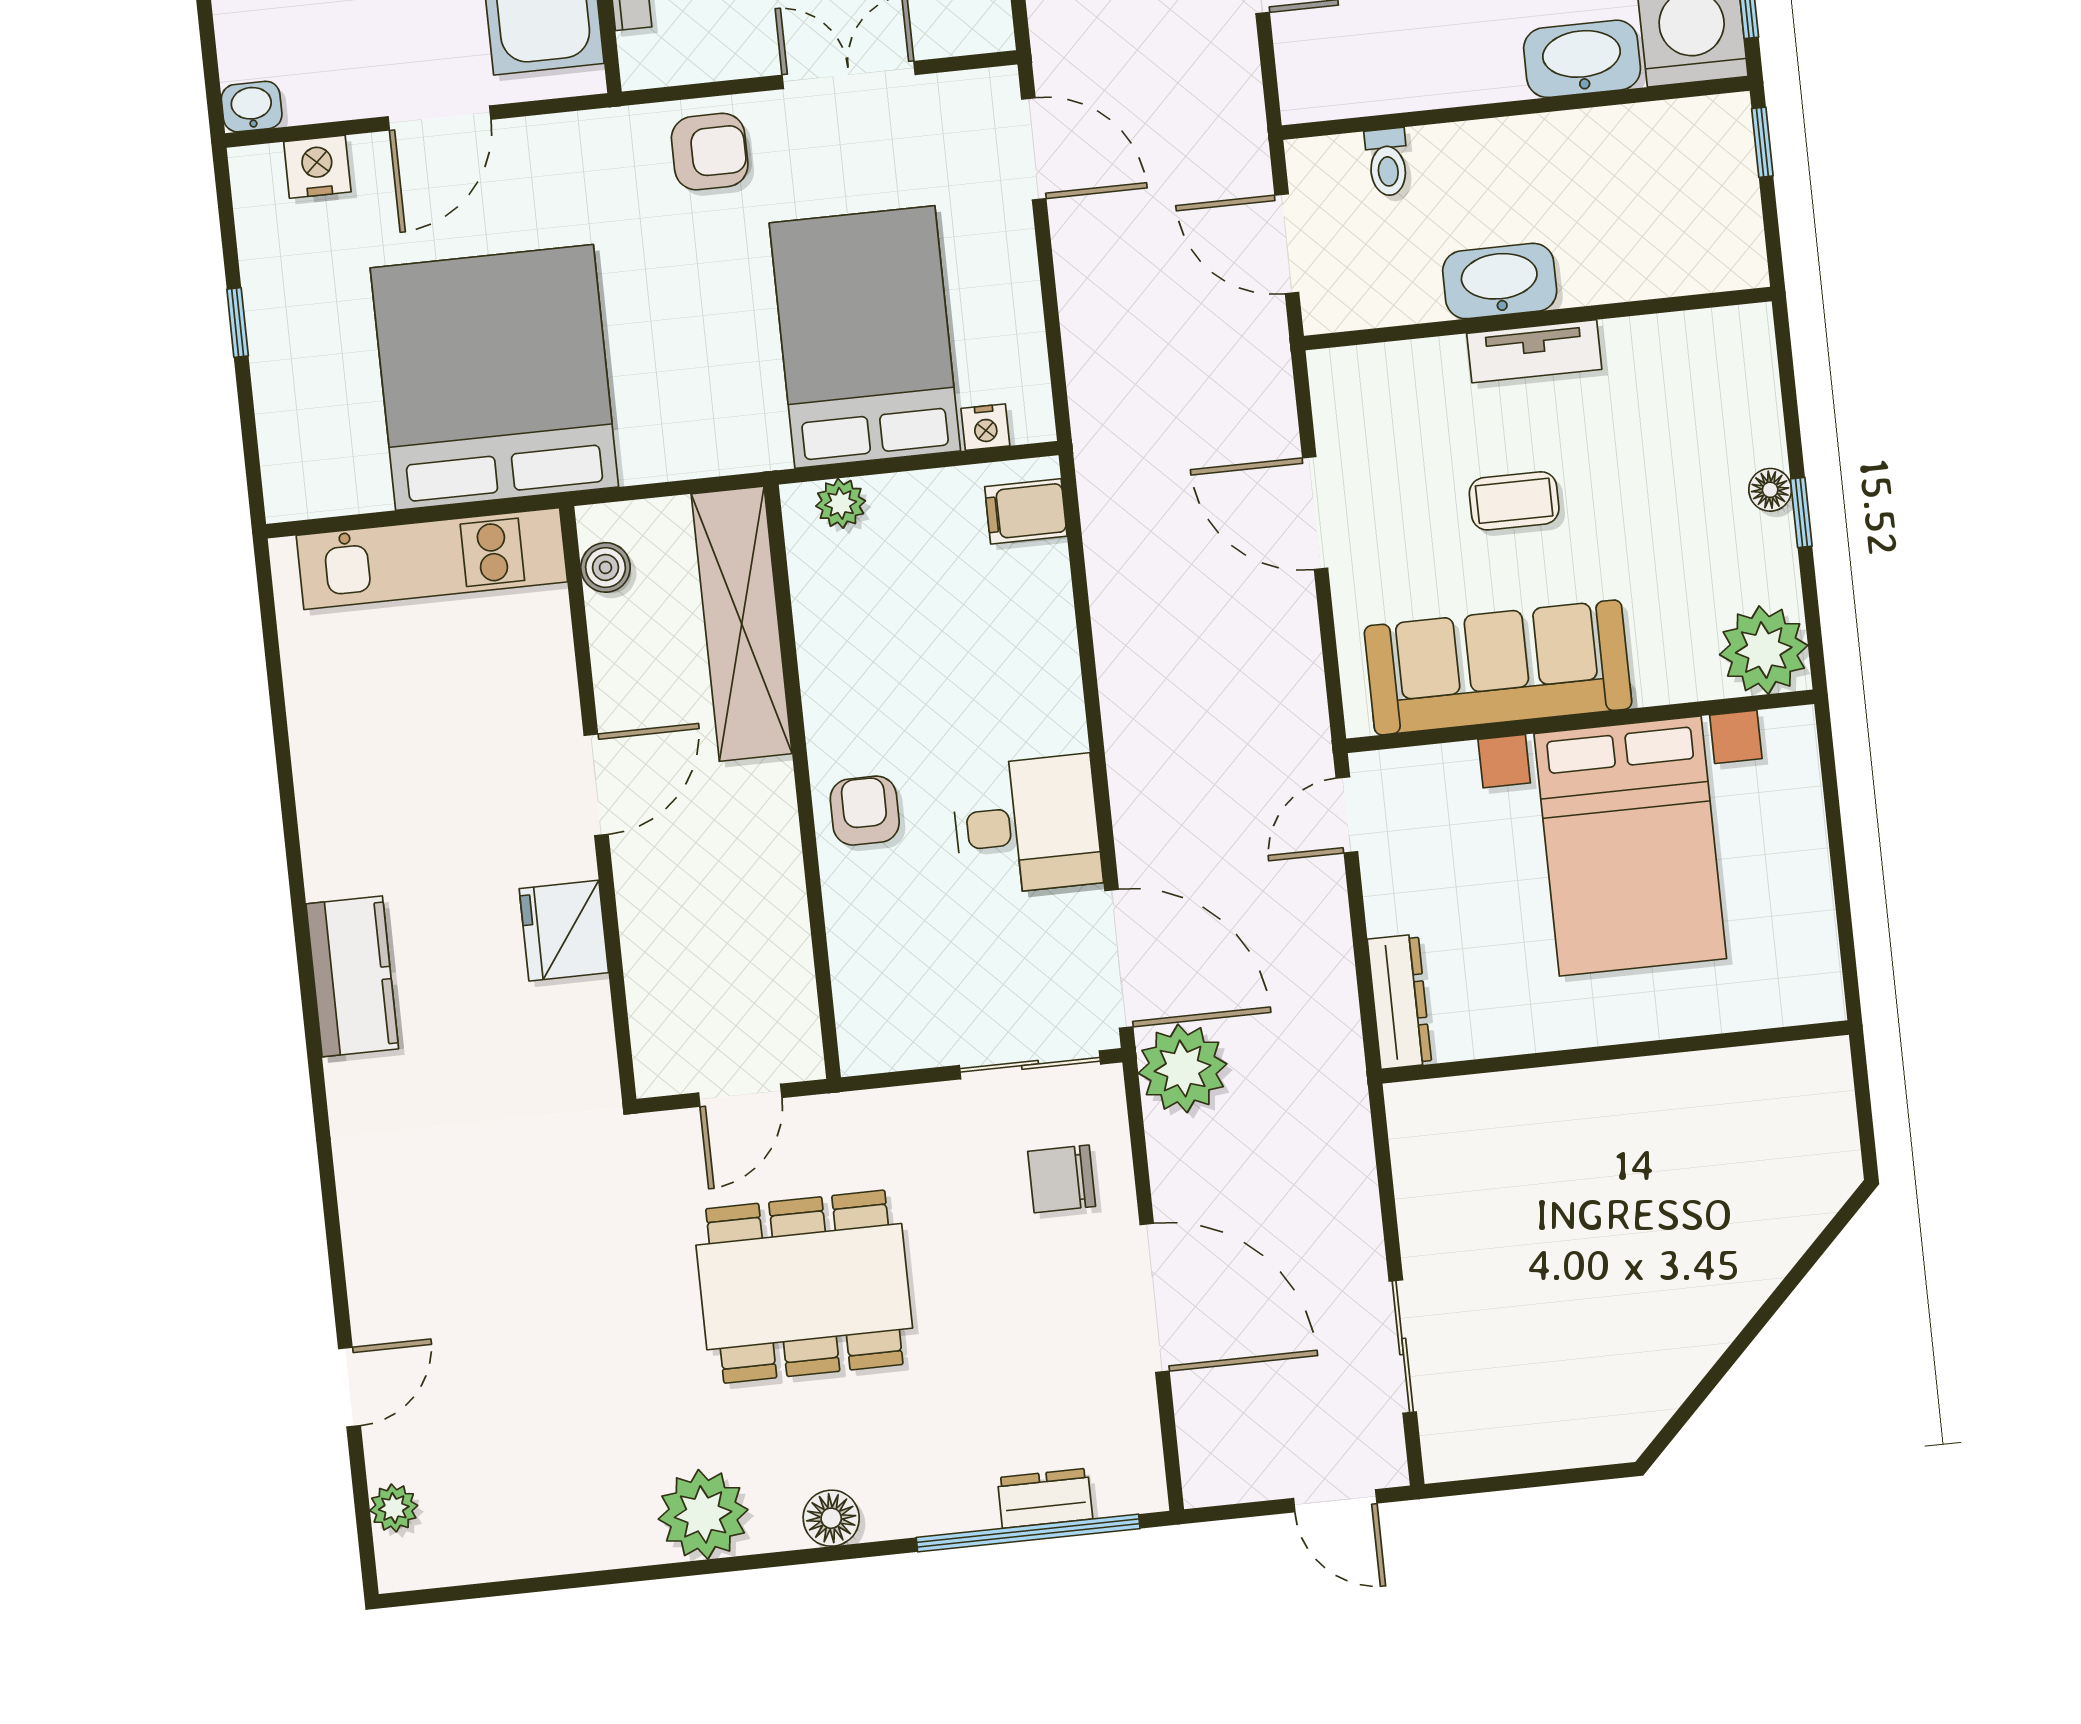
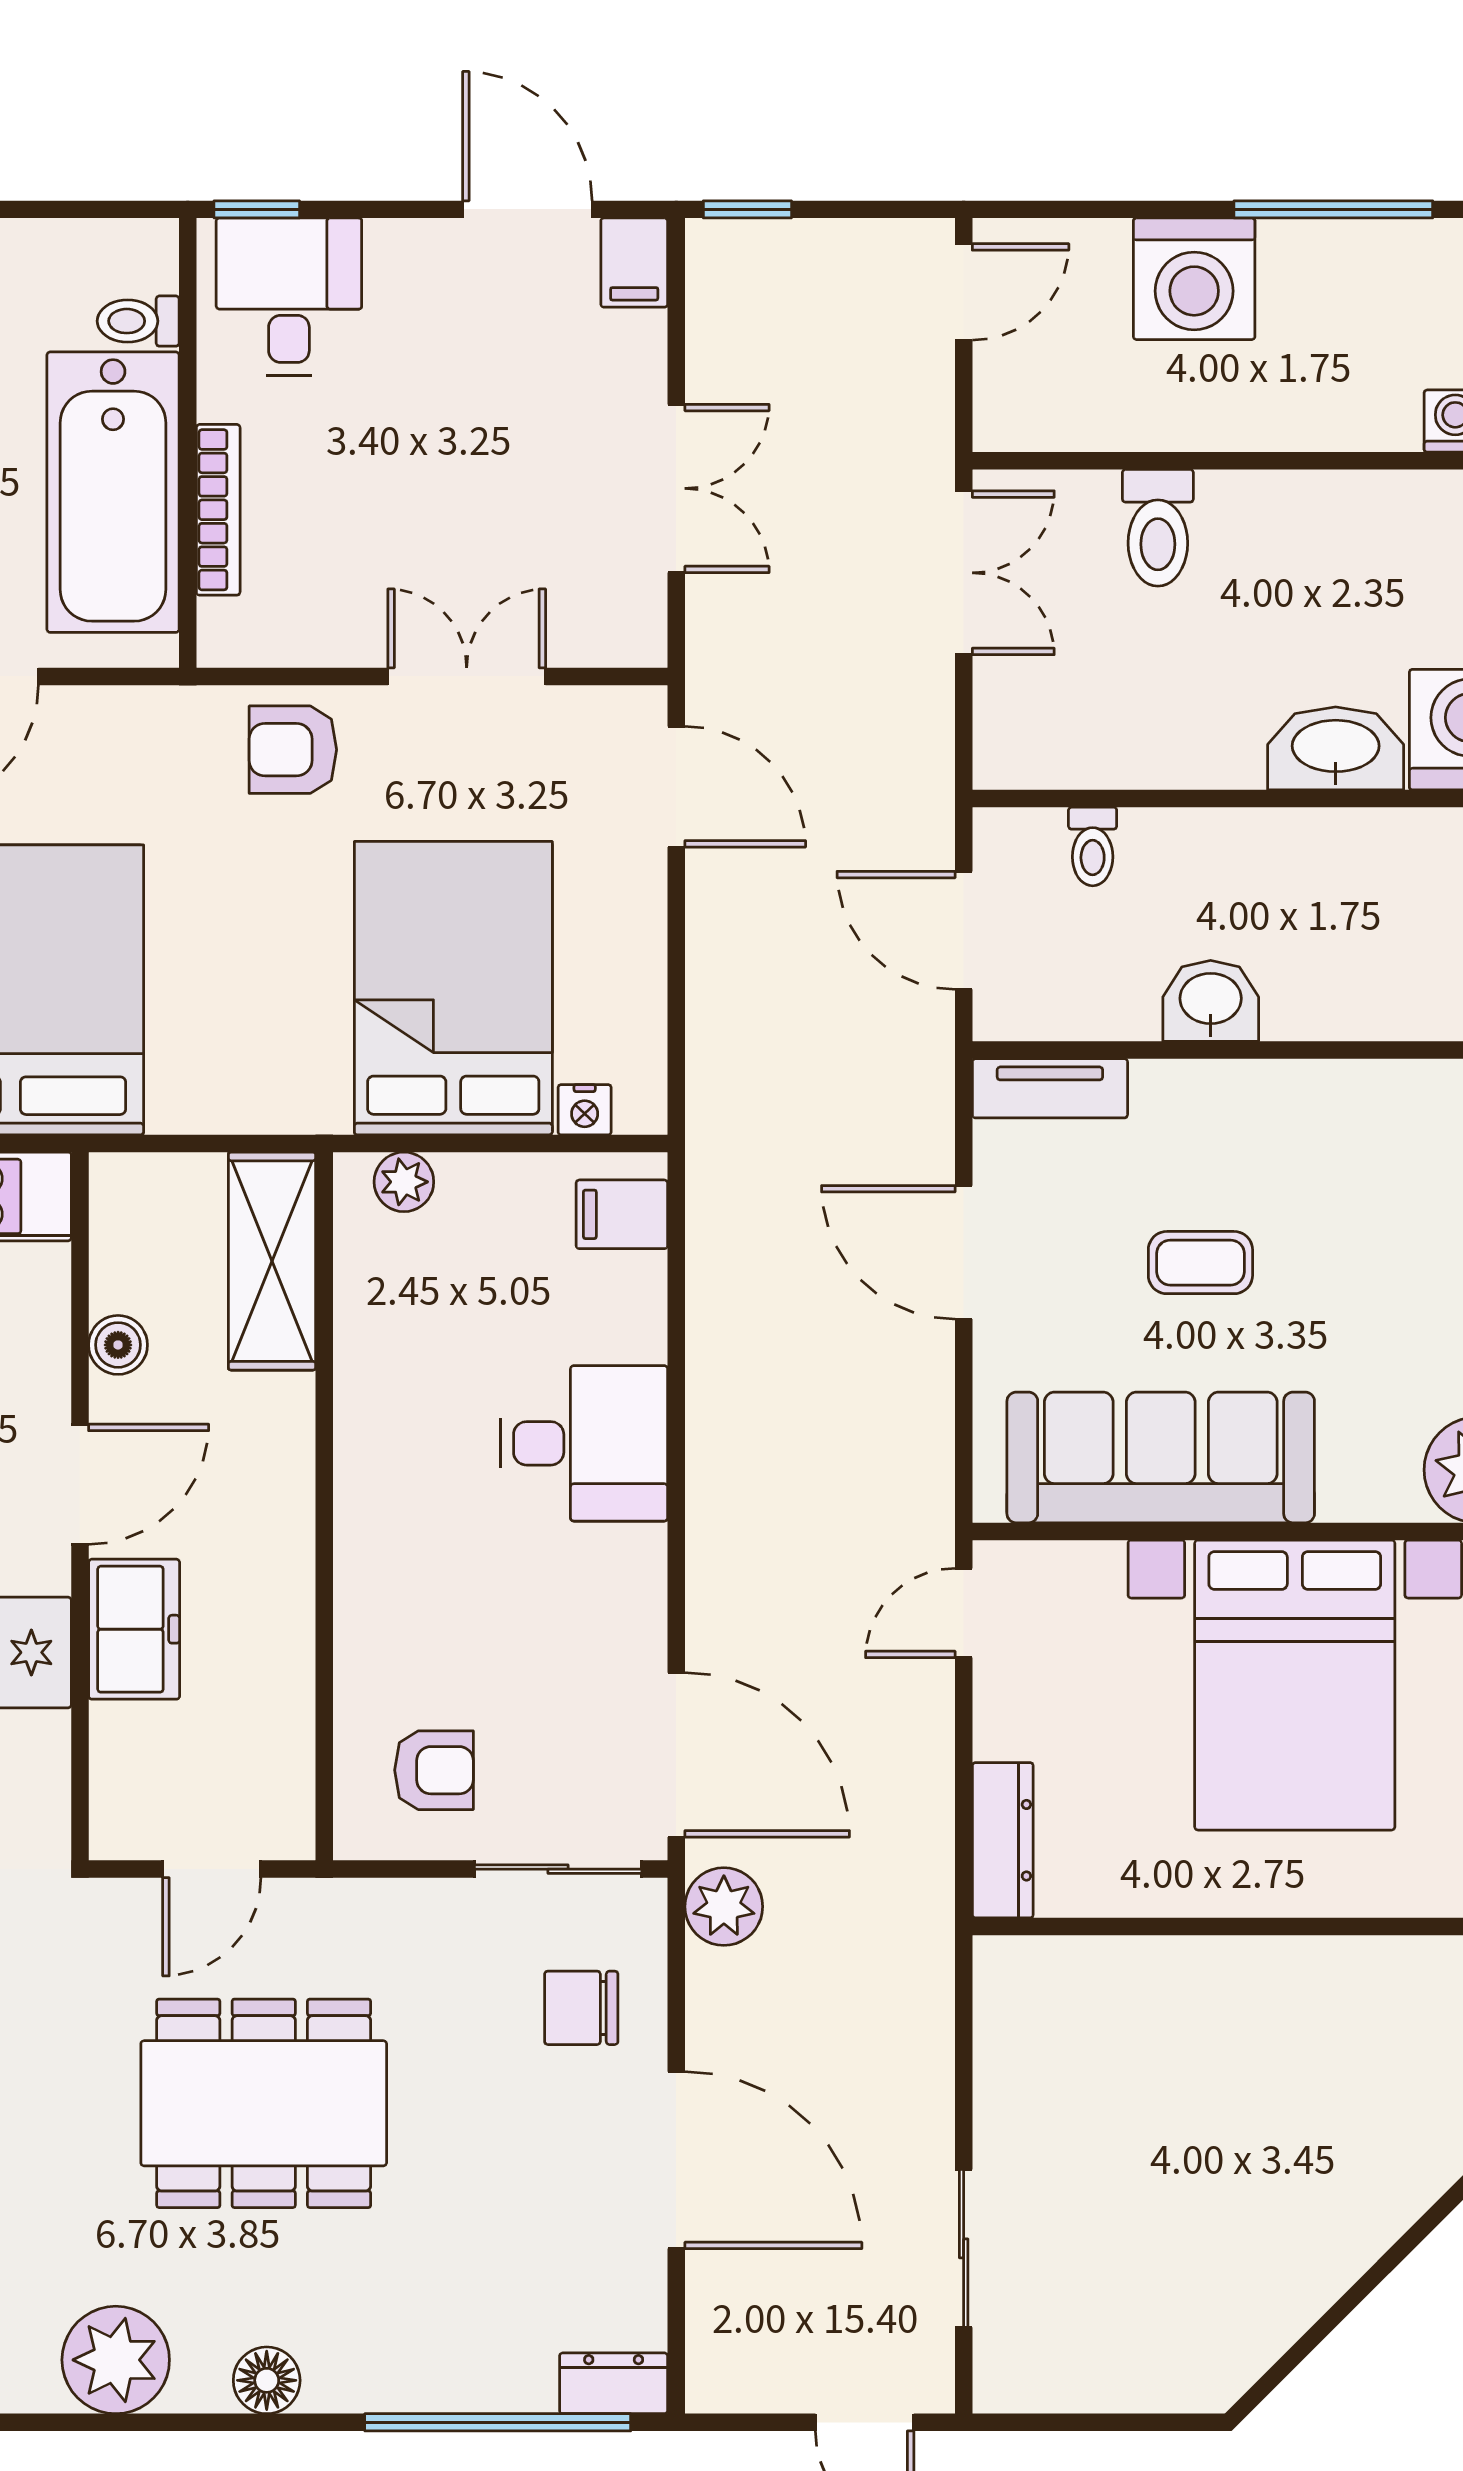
armchair: (710, 152) -> (293, 750), turned 180
washbasin: (1500, 281) -> (1211, 1001), width x0.72
tv unit: (1534, 351) -> (1050, 1088), moved
boiler: (605, 567) -> (118, 1345), moved
shelving: (742, 624) -> (272, 1261), width x0.68
armchair: (865, 811) -> (434, 1770), moved, turned 90
desk: (1027, 825) -> (584, 1443), moved
freezer: (654, 901) -> (134, 1629), added
plant: (1183, 1068) -> (724, 1907), width x0.73, depth x0.73
dresser: (1045, 1498) -> (614, 2383), moved

